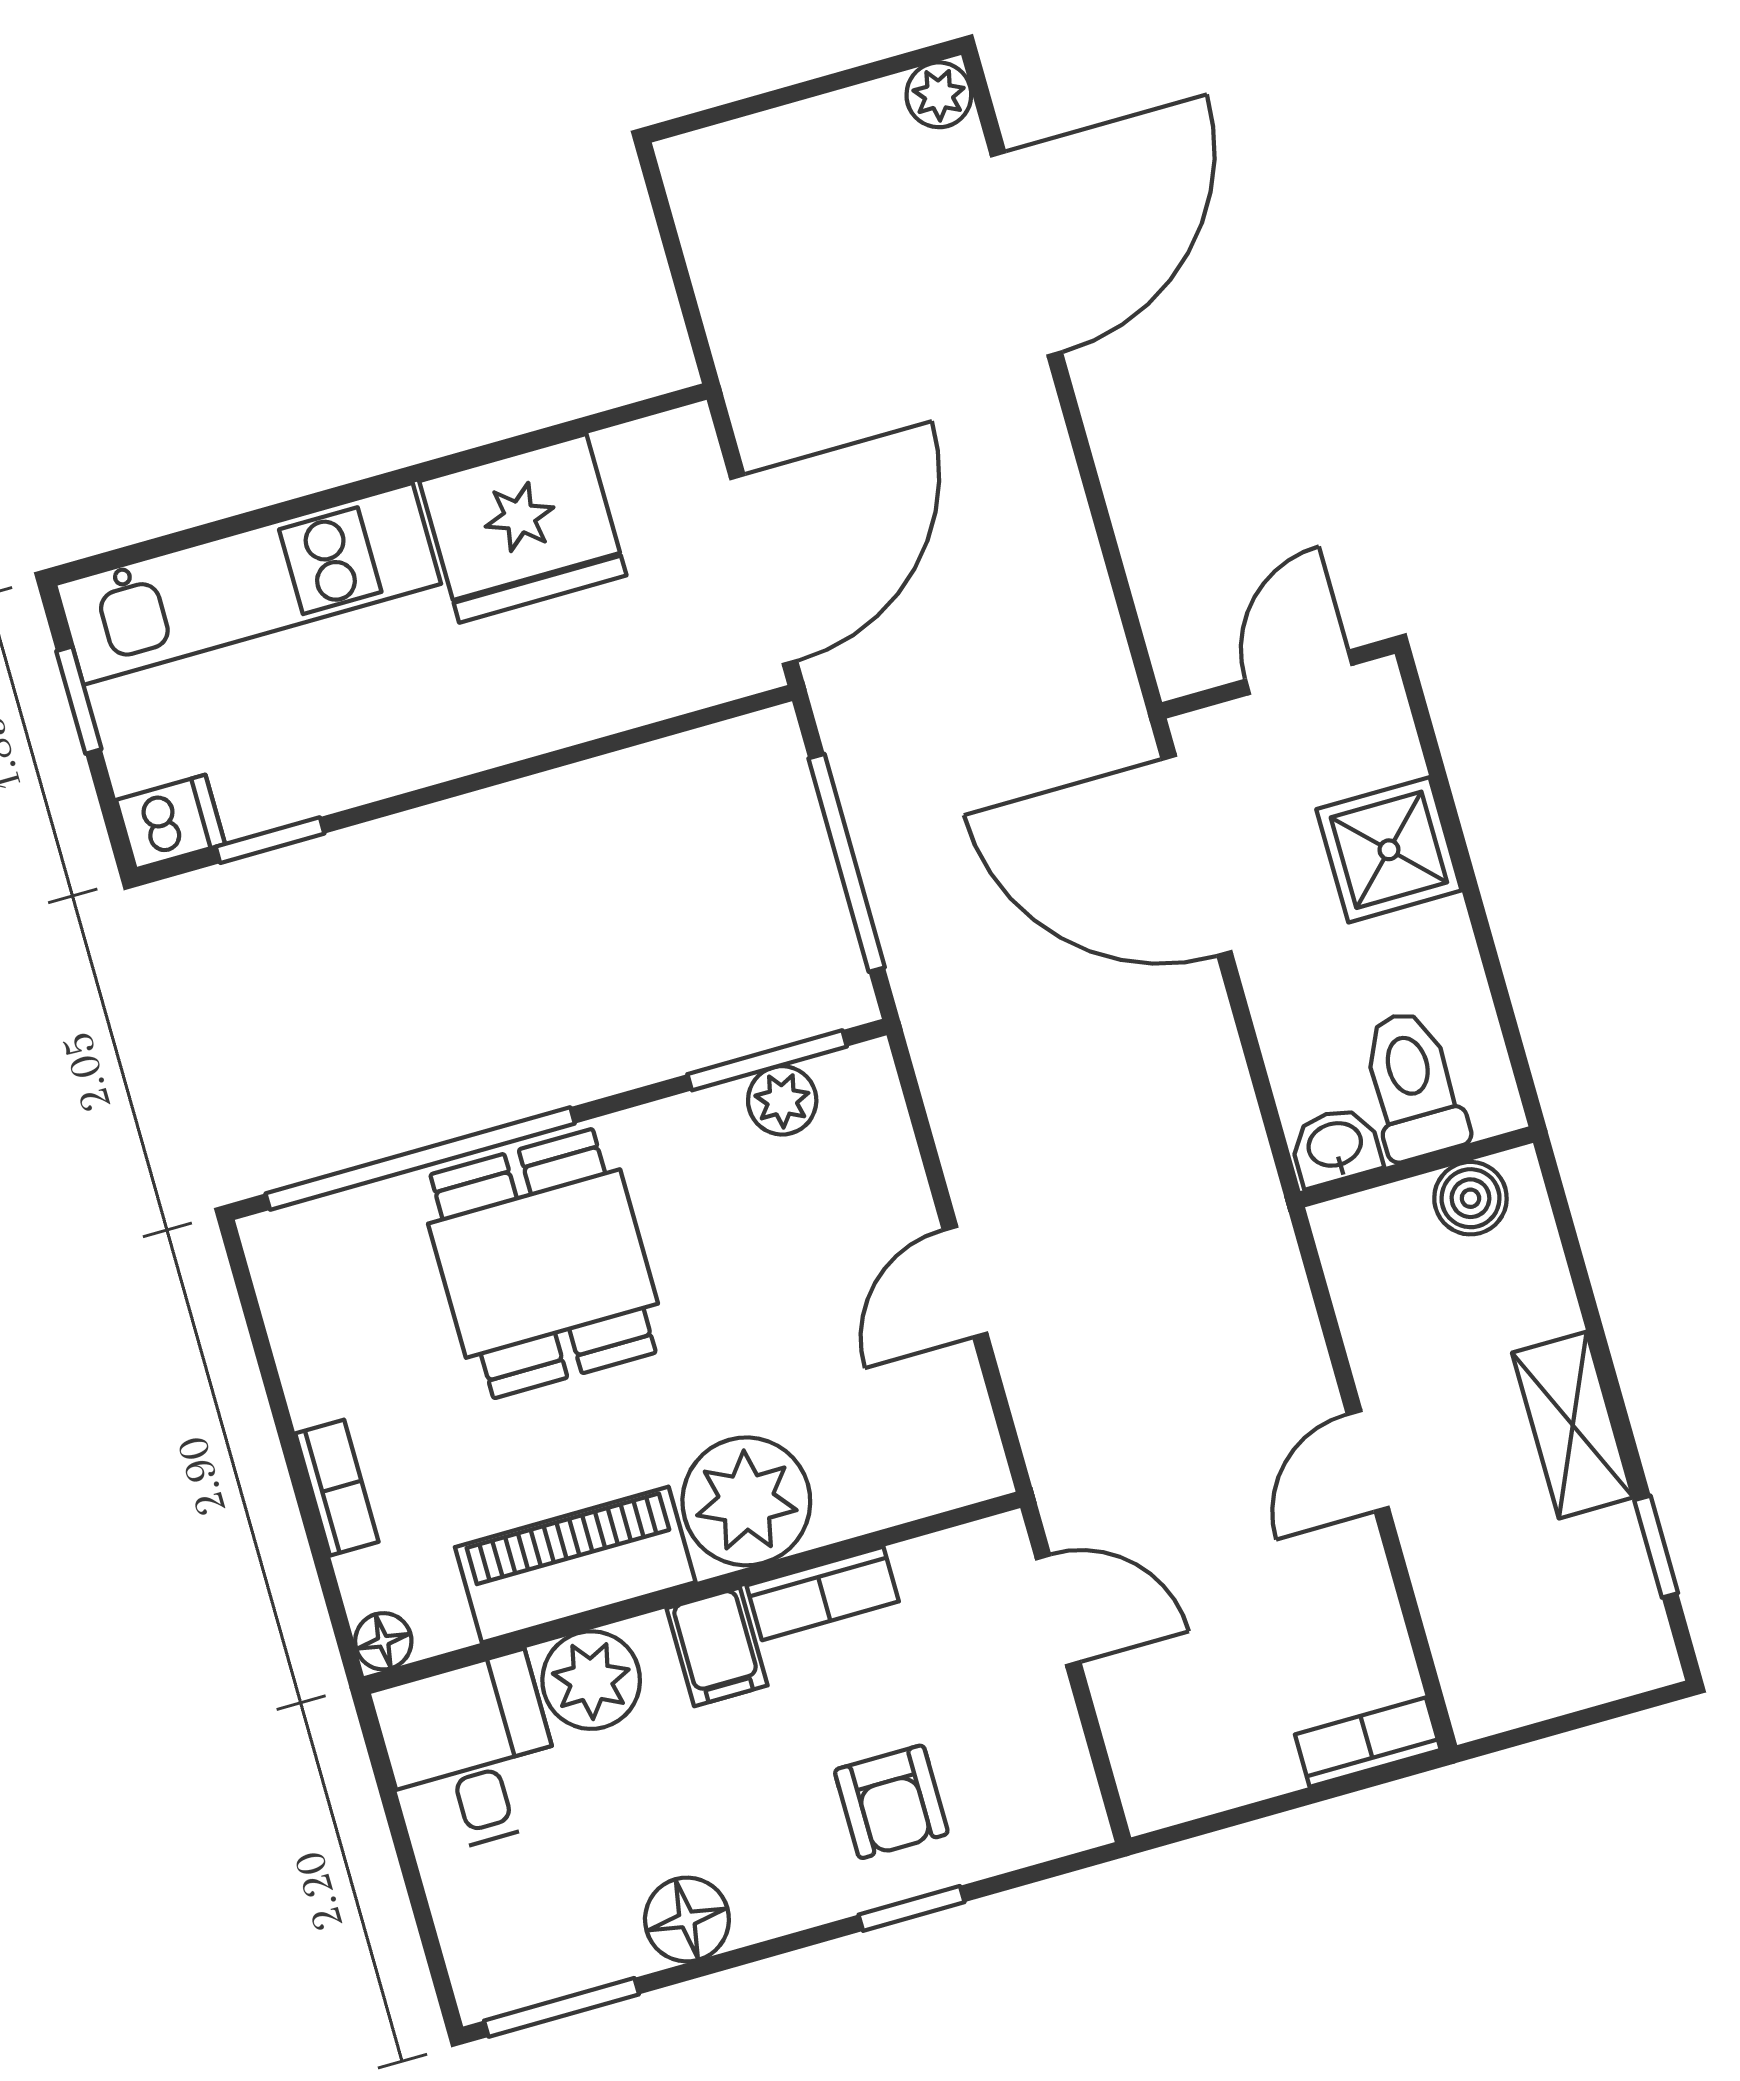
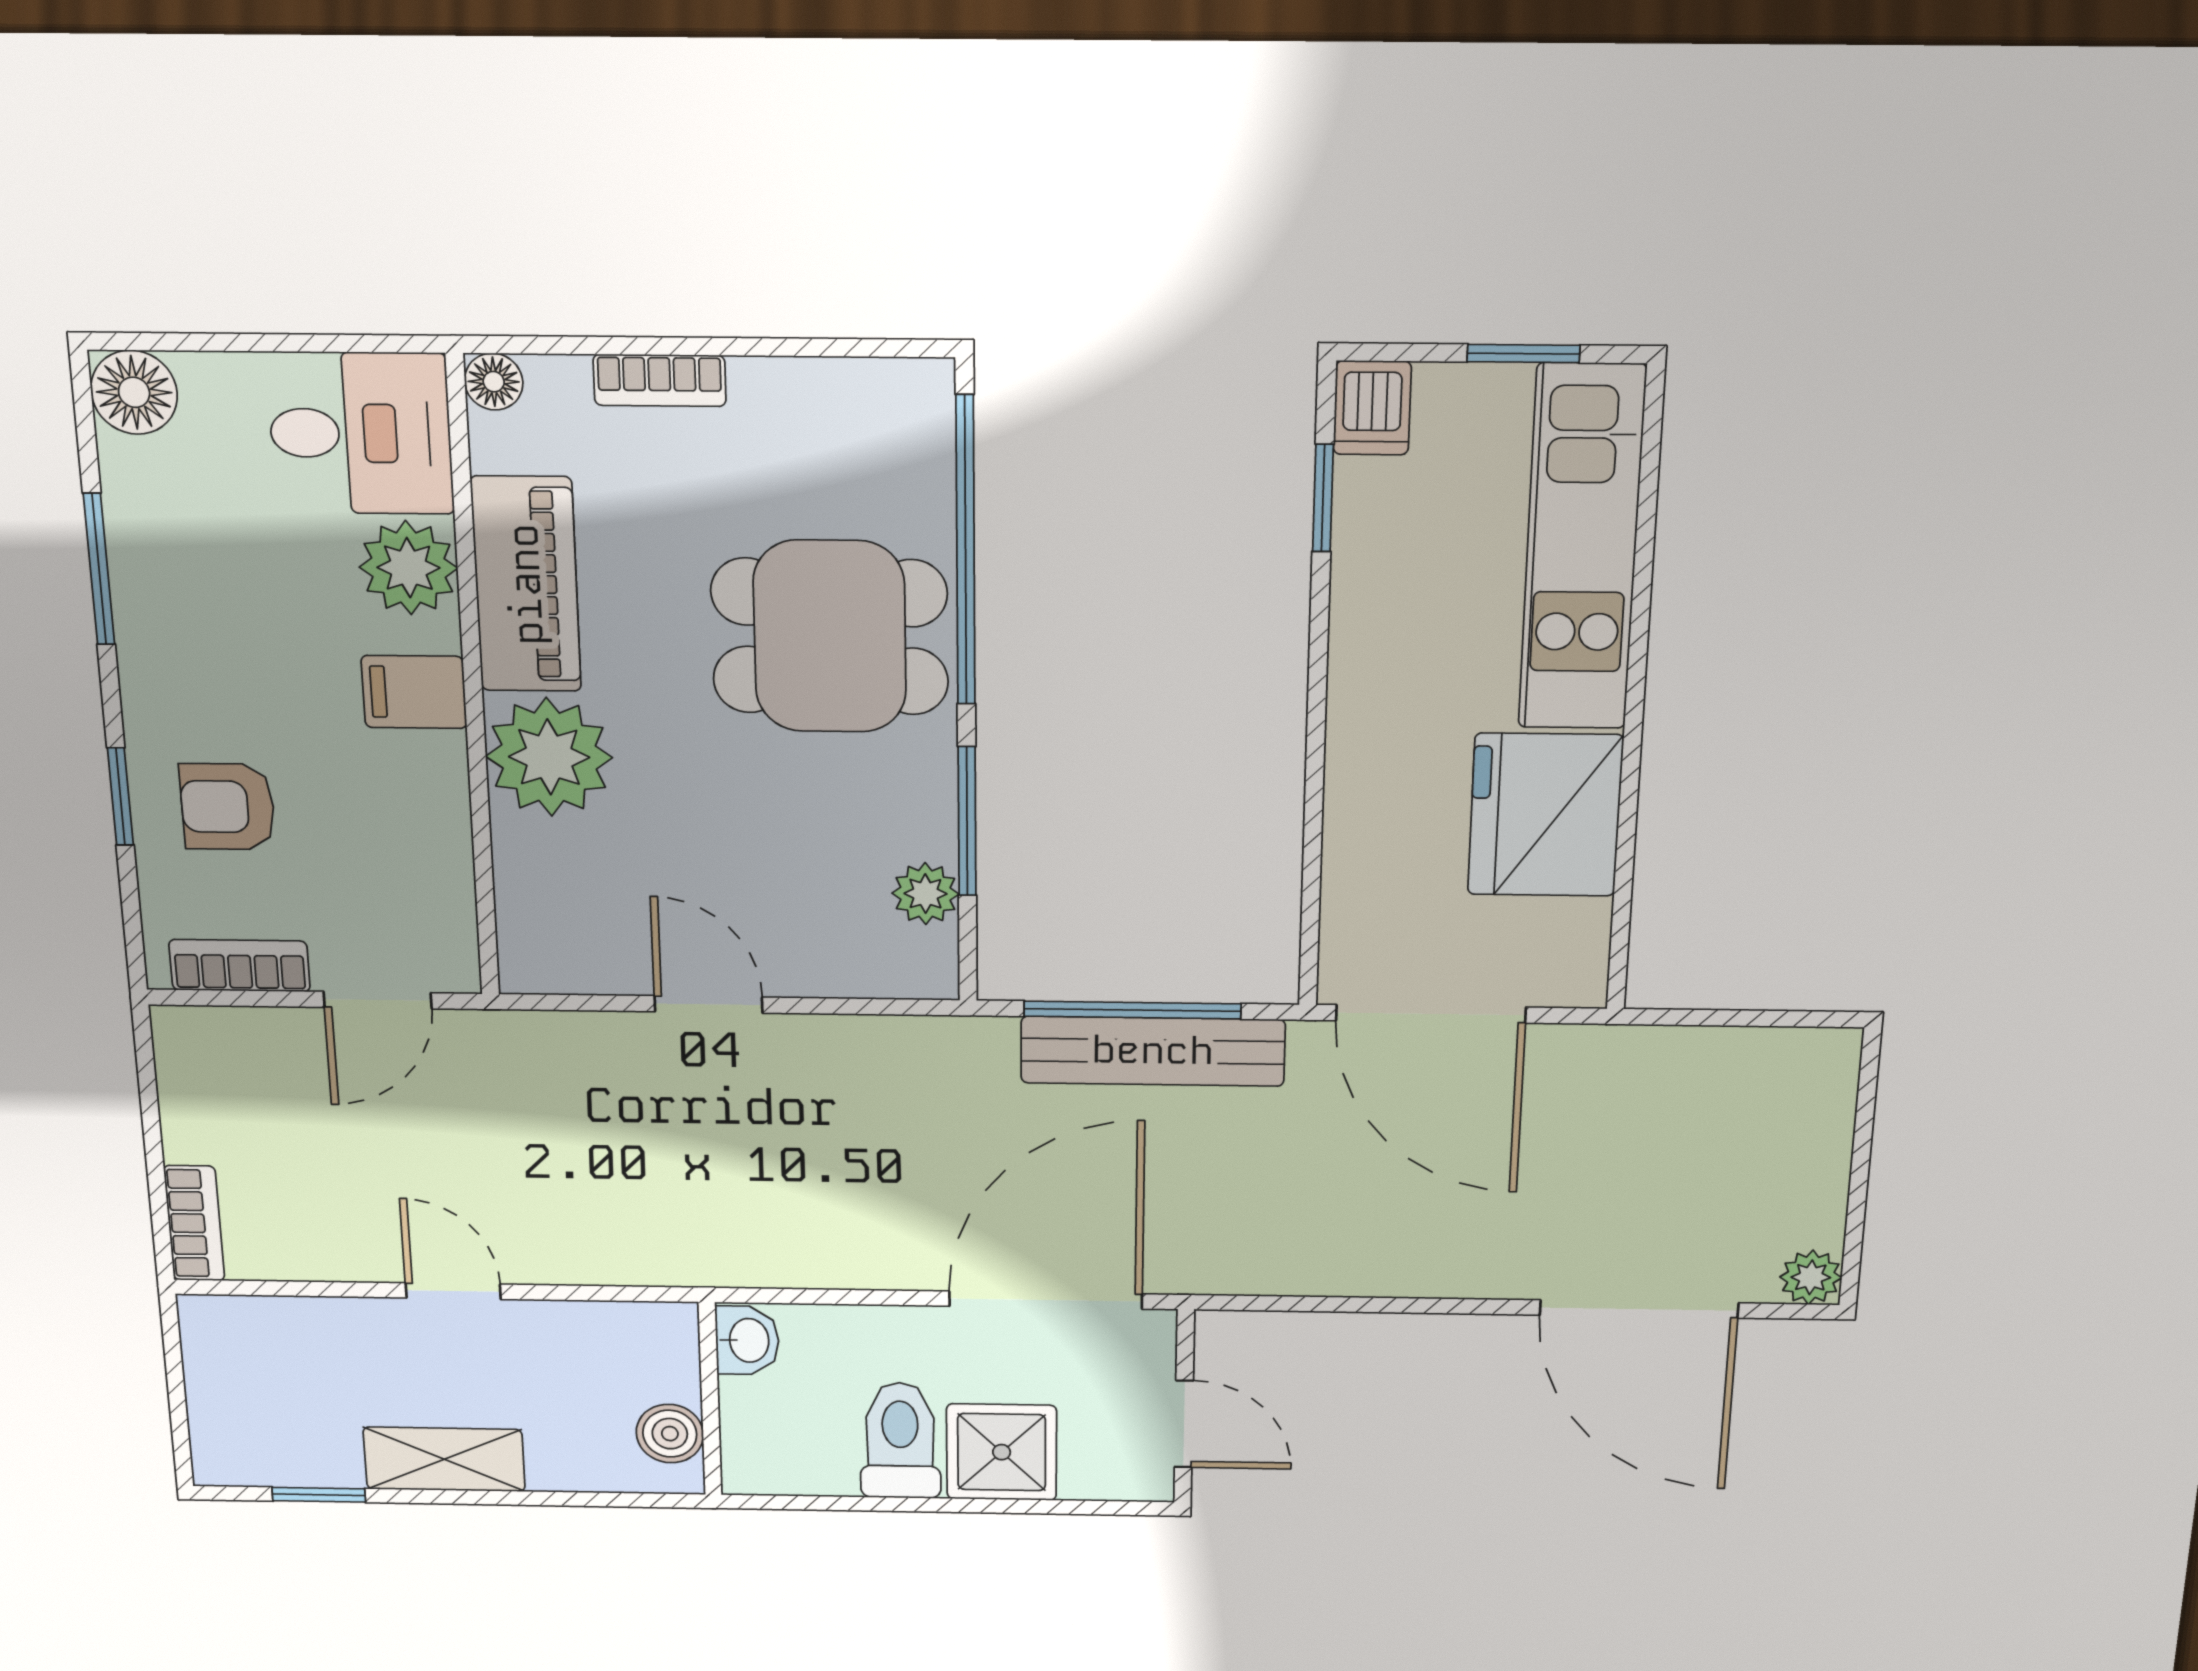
bench: (885, 830) -> (1153, 1051), added
window: (767, 1060) -> (967, 821), moved
toilet: (1413, 1085) -> (900, 1441), moved, turned -90
bookcase: (823, 1593) -> (240, 966), moved, turned 90
floor lamp: (687, 1919) -> (134, 392), moved
window: (562, 2007) -> (99, 569), moved

